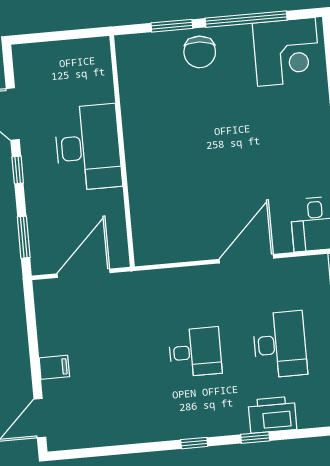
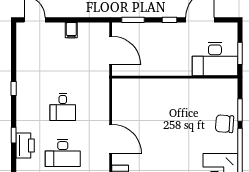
window: (68, 35) -> (240, 53), added
desk: (88, 147) -> (215, 59), moved
filing cabinet: (54, 367) -> (71, 30), moved
window: (194, 443) -> (14, 89), moved

